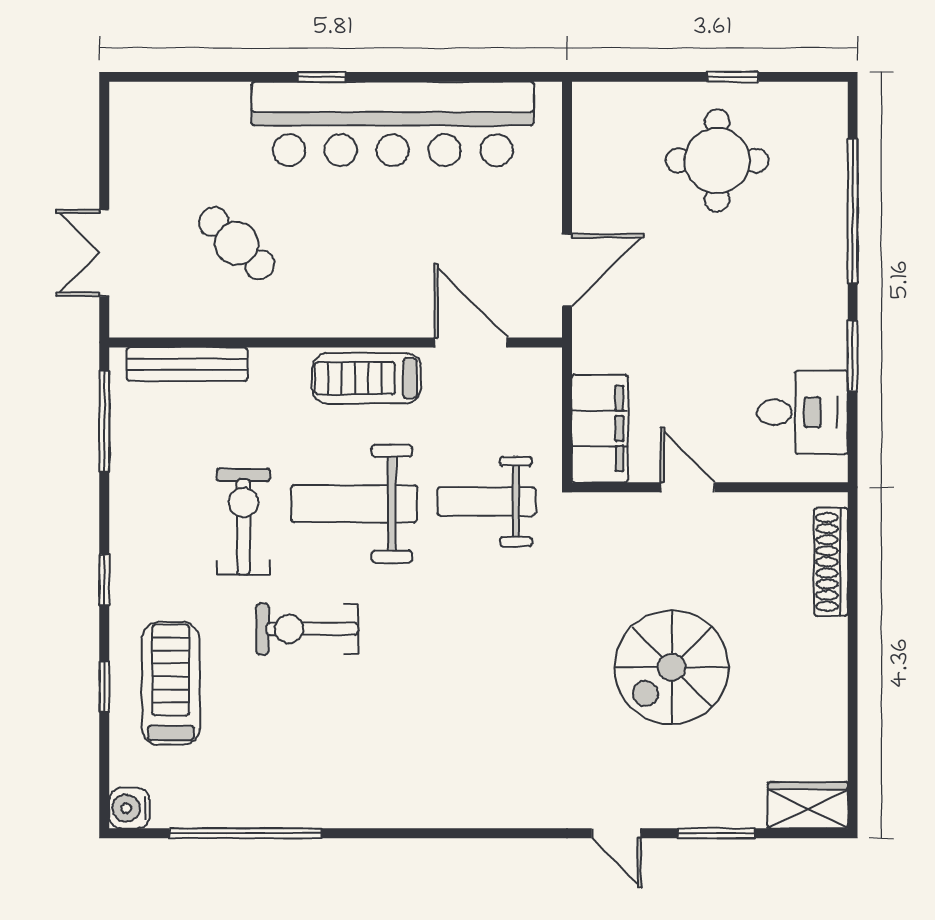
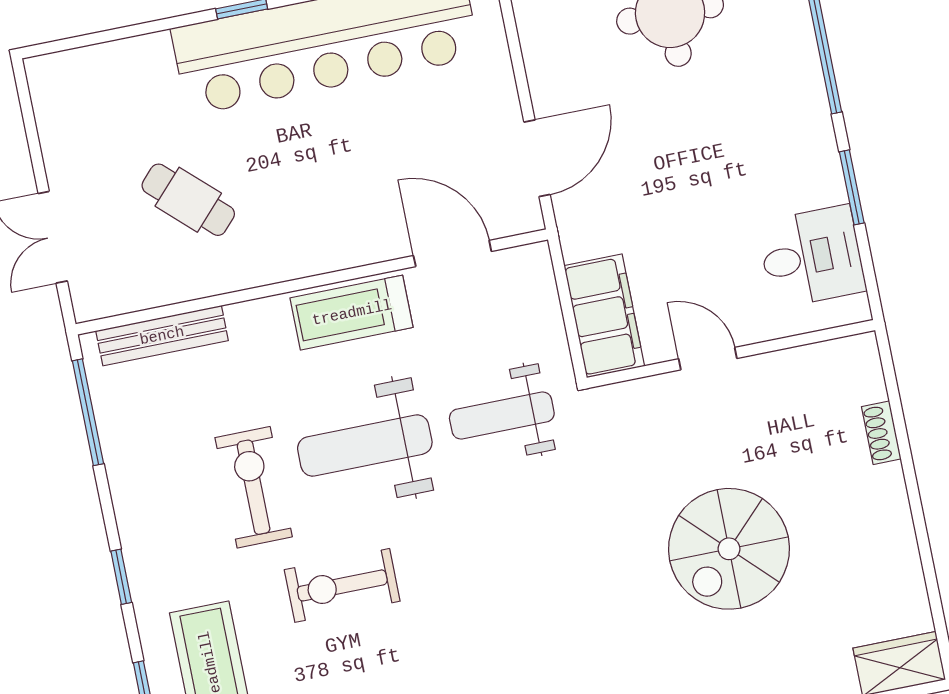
shoe rack: (831, 562) -> (881, 433), width x0.51, depth x0.81

